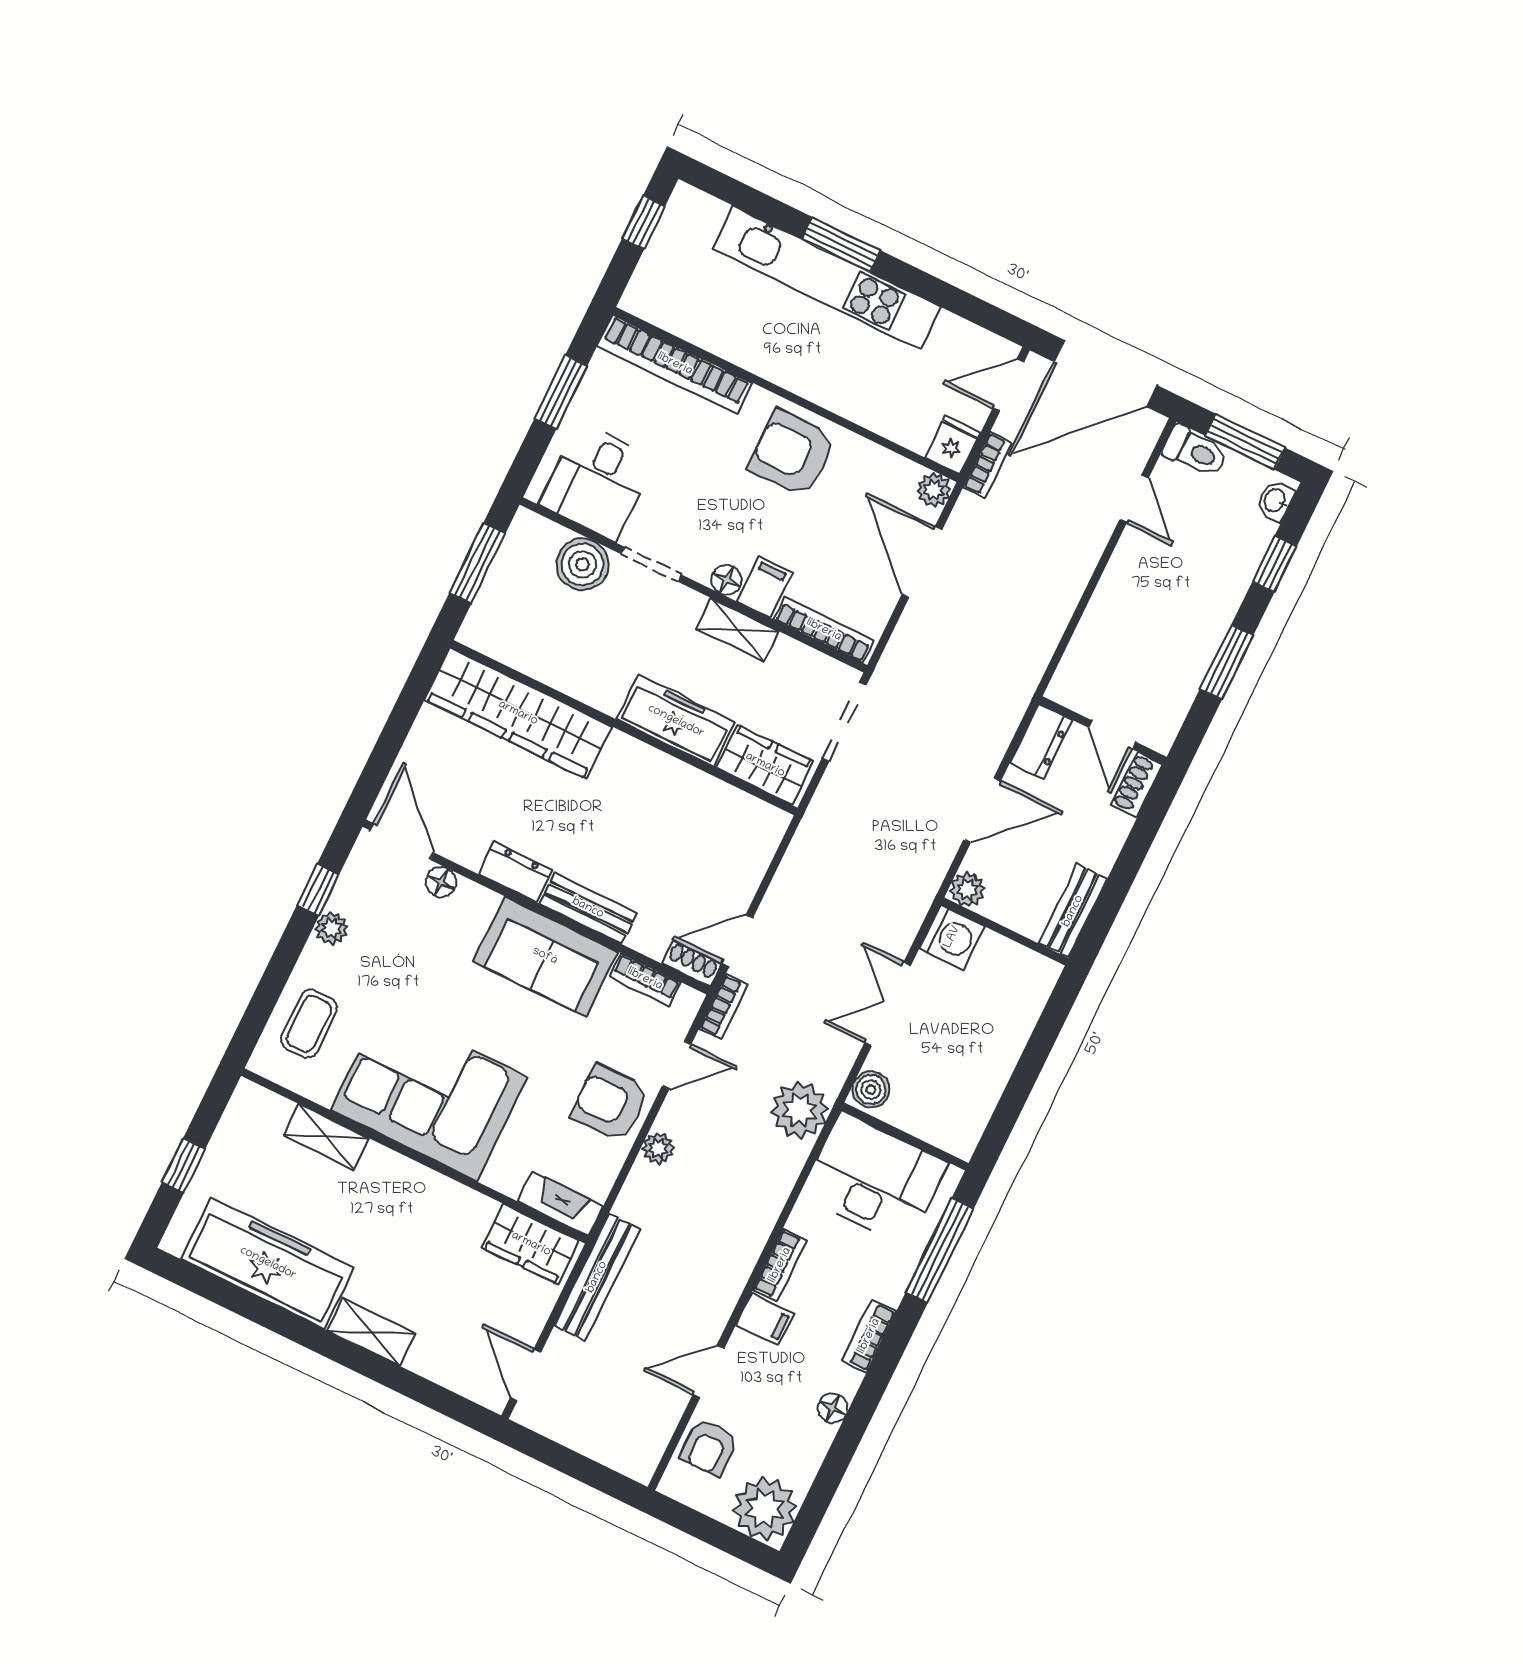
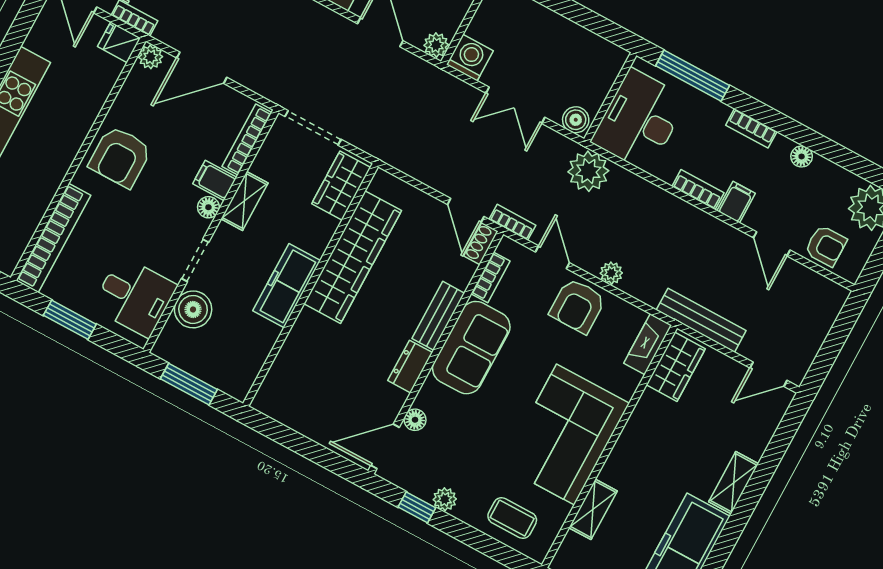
wardrobe: (518, 713) -> (353, 257), moved
freezer: (676, 721) -> (287, 286), moved

